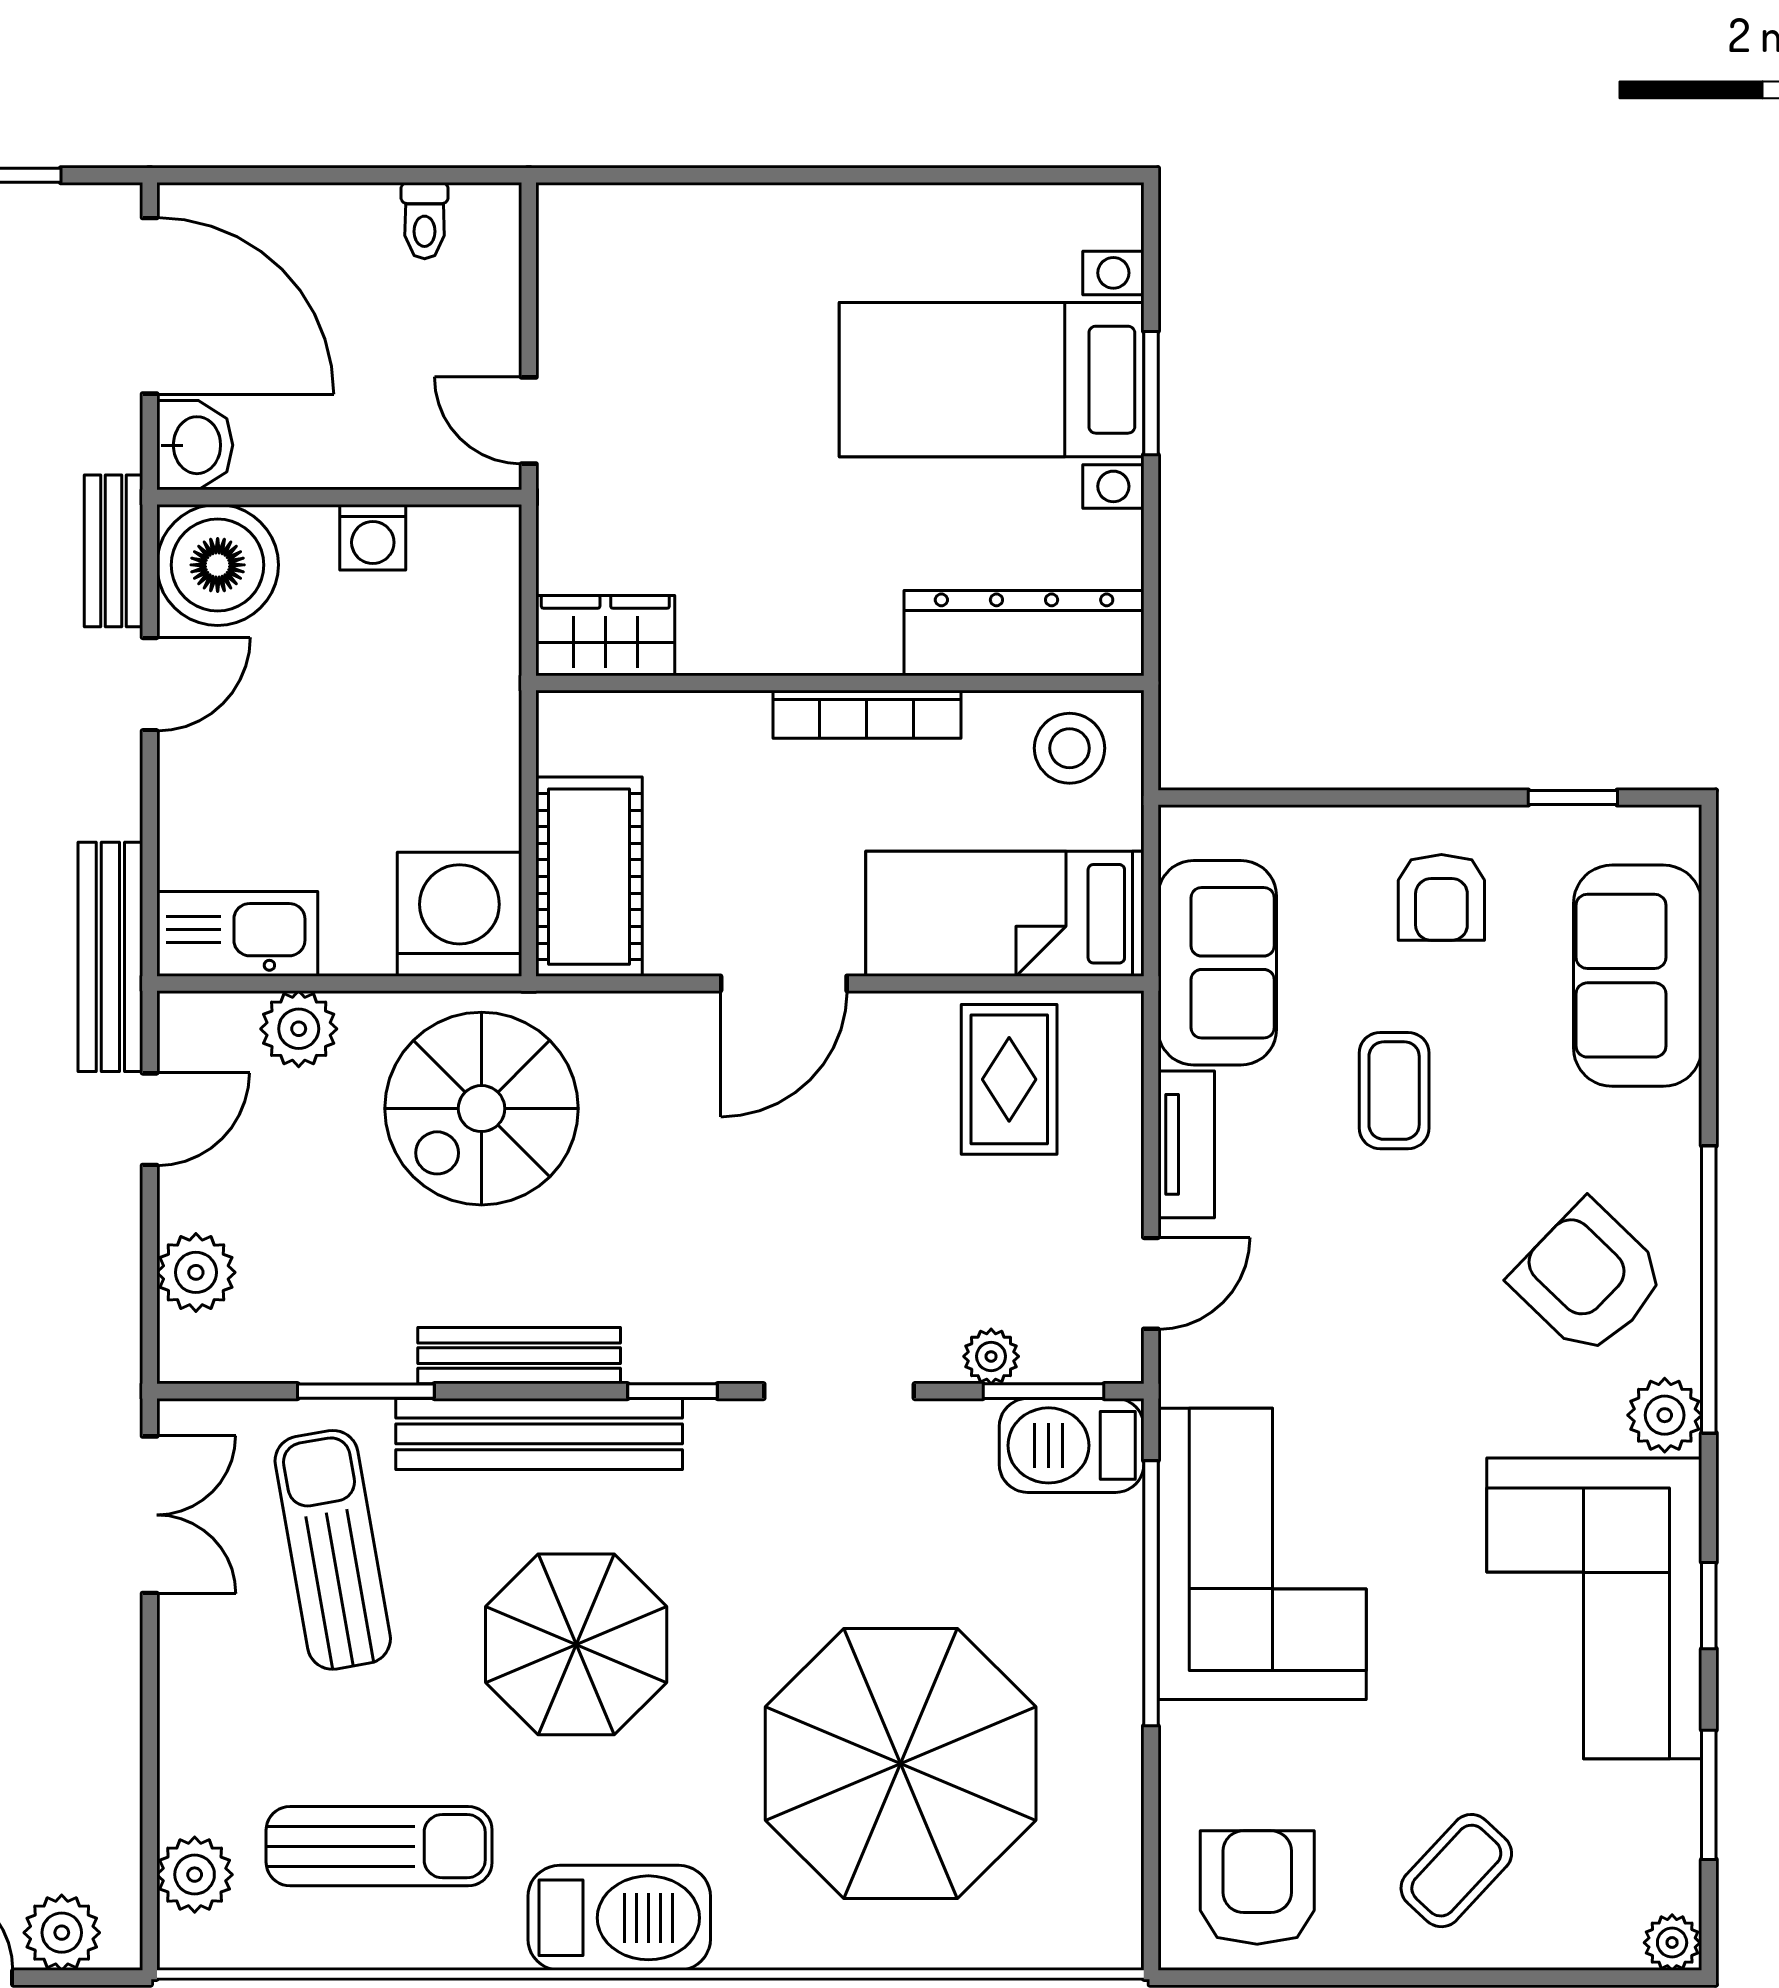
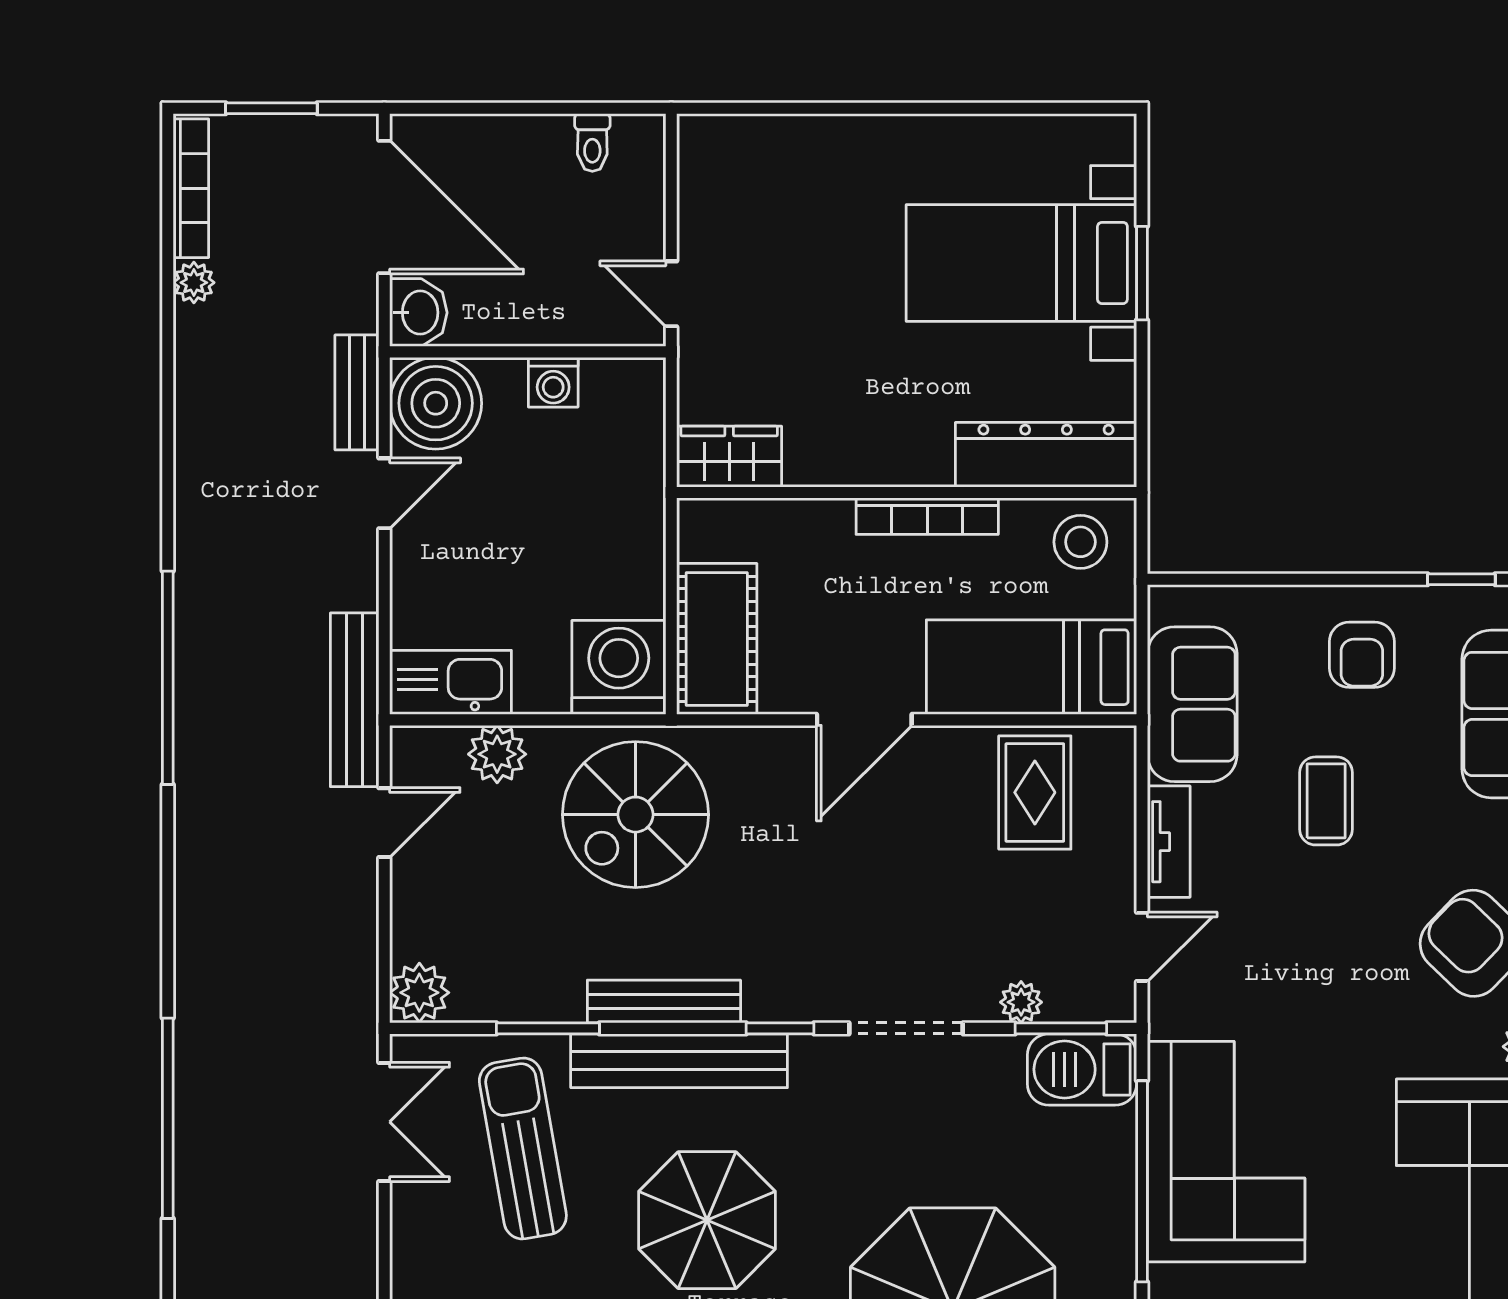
plant: (196, 1272) -> (419, 993), moved

